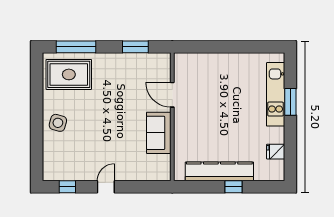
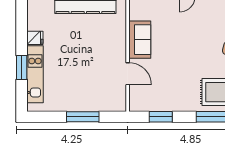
window: (222, 47) -> (83, 117), added
fridge: (276, 152) -> (35, 38), moved

